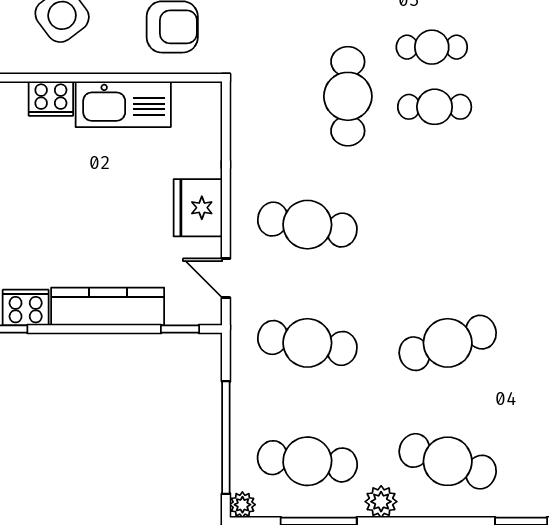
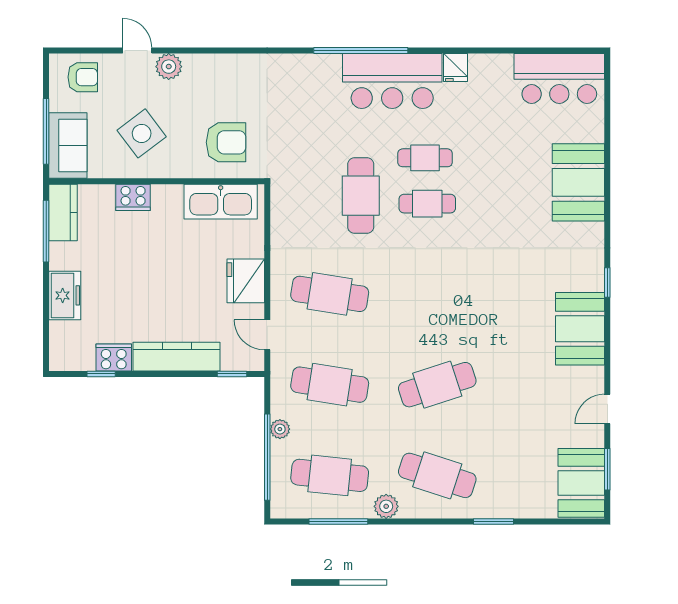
kitchen sink: (123, 104) -> (221, 202), moved
plant: (242, 505) -> (280, 429), moved

